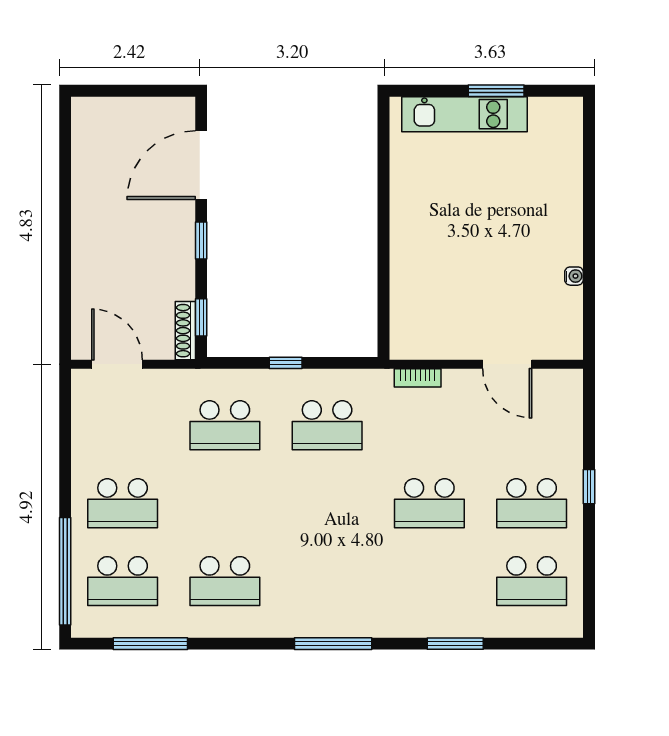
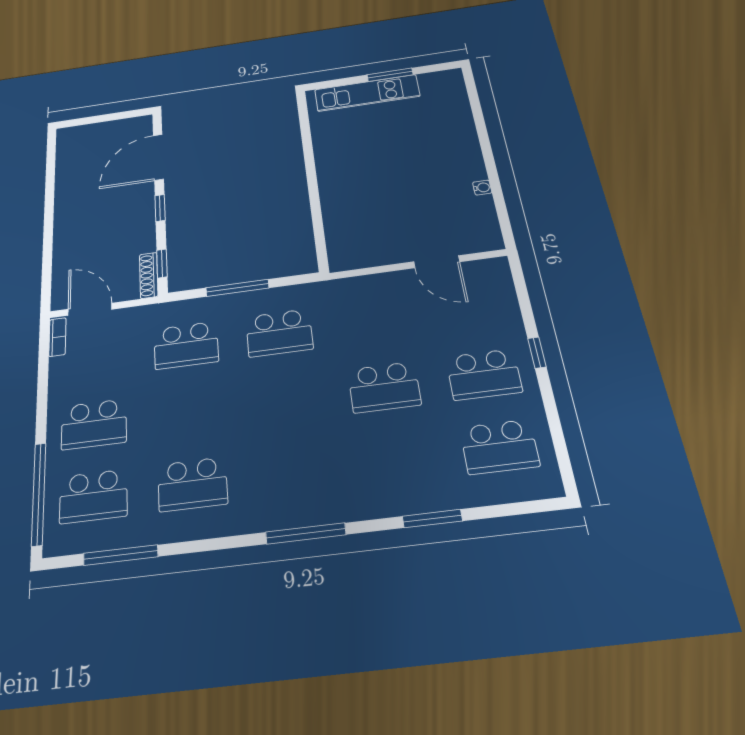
window: (286, 363) -> (237, 288), width x2.17
bookcase: (418, 378) -> (57, 337), moved, turned -90

